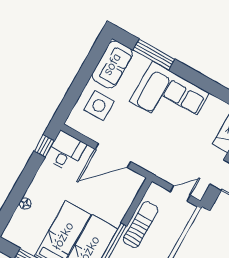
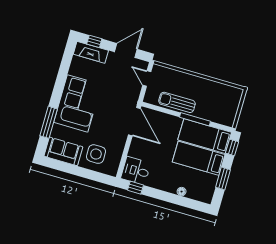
door: (113, 155) -> (134, 122), moved

